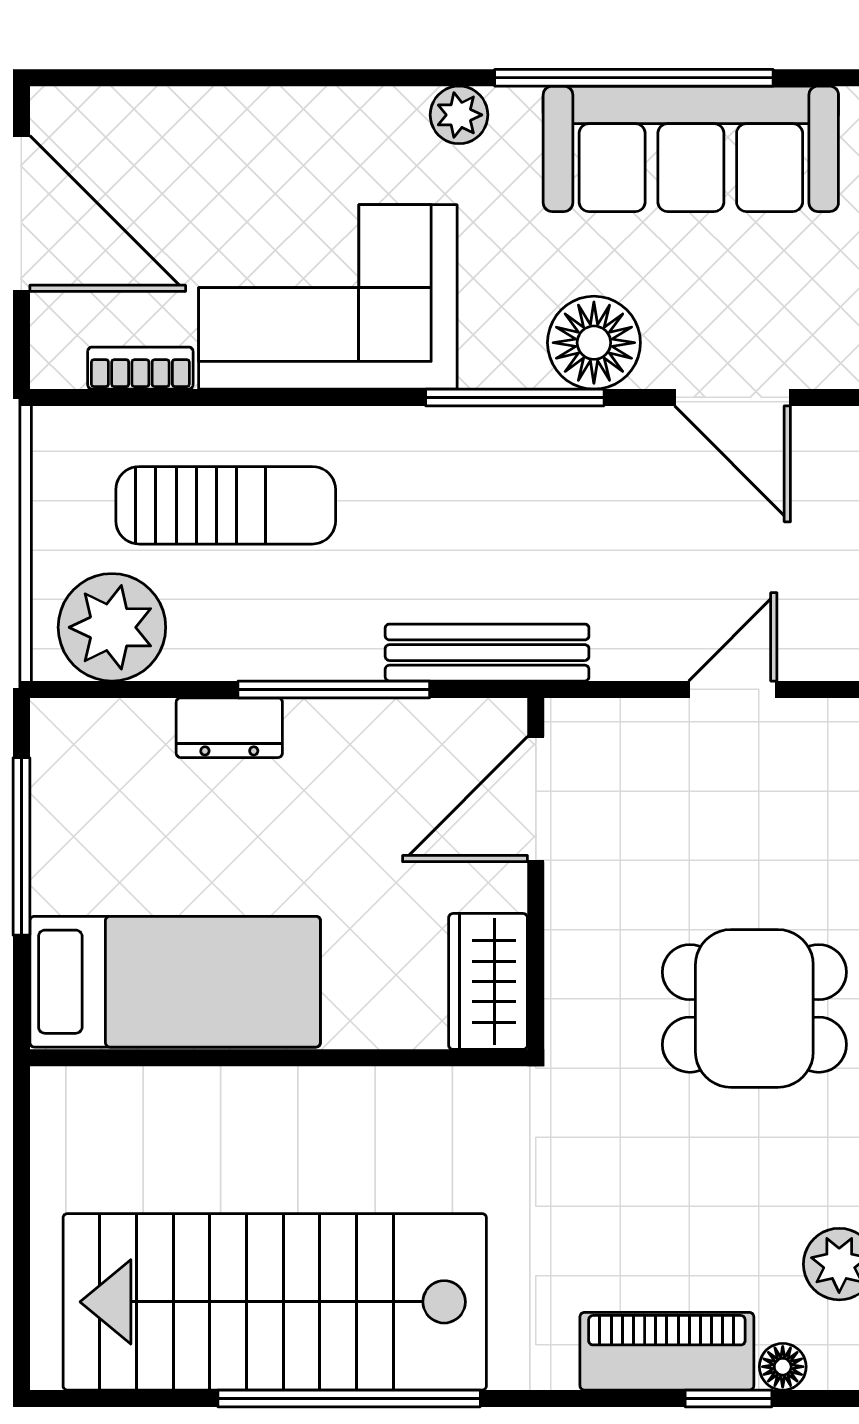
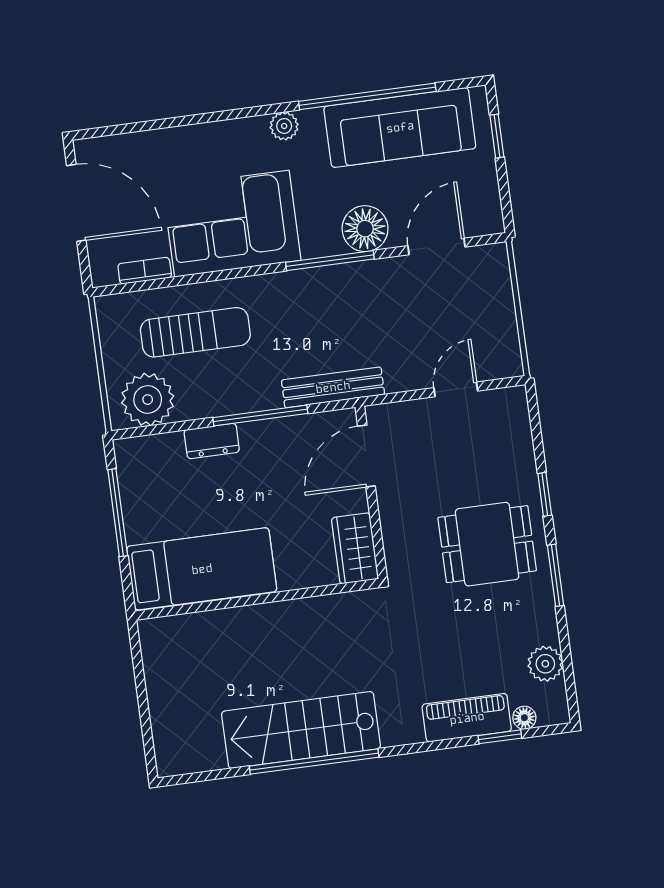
door: (733, 397) -> (436, 246), swing flipped
stairs: (275, 1302) -> (301, 730), width x0.73, depth x0.66

